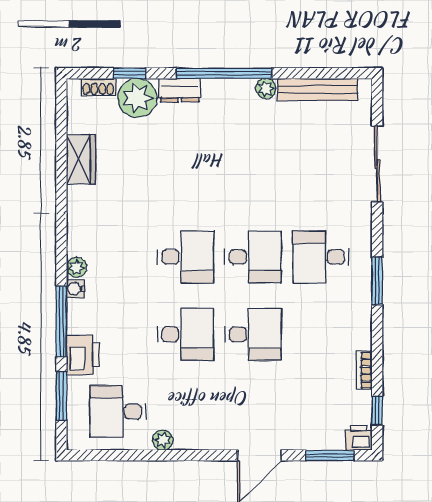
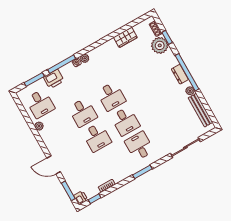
dresser: (180, 90) -> (180, 74), moved
desk: (118, 412) -> (40, 104), turned 180

